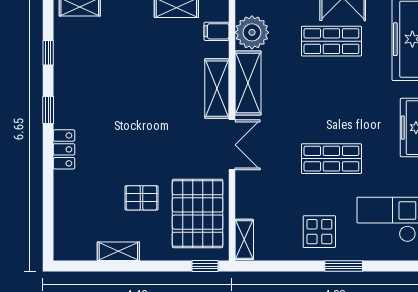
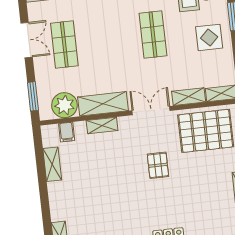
shelving: (217, 89) -> (102, 125), width x0.67, depth x0.75
shelving: (245, 196) -> (189, 97), added
pallet: (142, 198) -> (158, 165), moved

